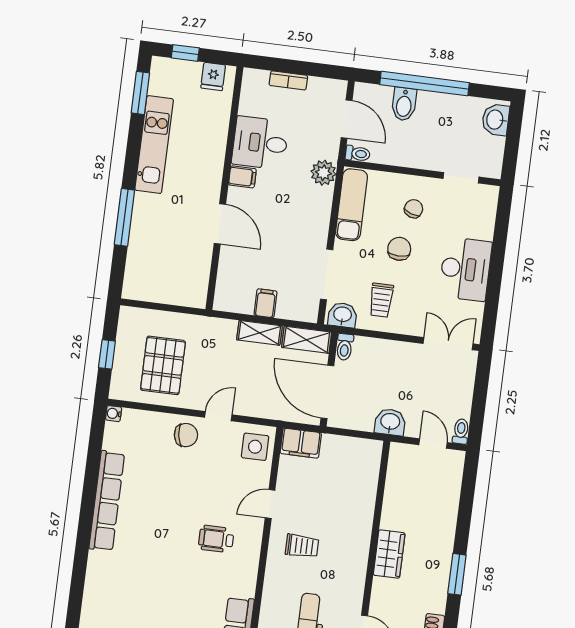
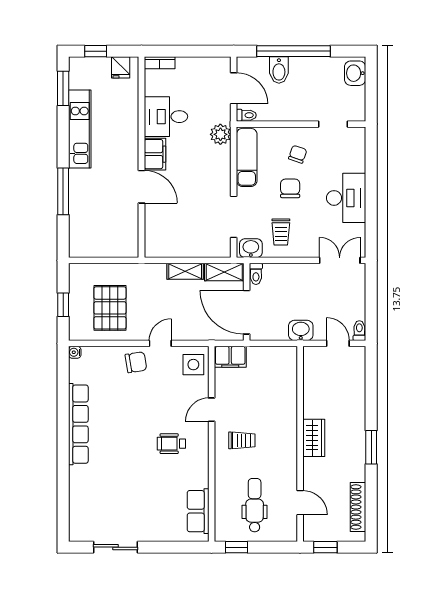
bookcase: (288, 80) -> (160, 63), moved
filing cabinet: (242, 177) -> (155, 154), width x2.00
filing cabinet: (265, 303) -> (187, 247), removed

